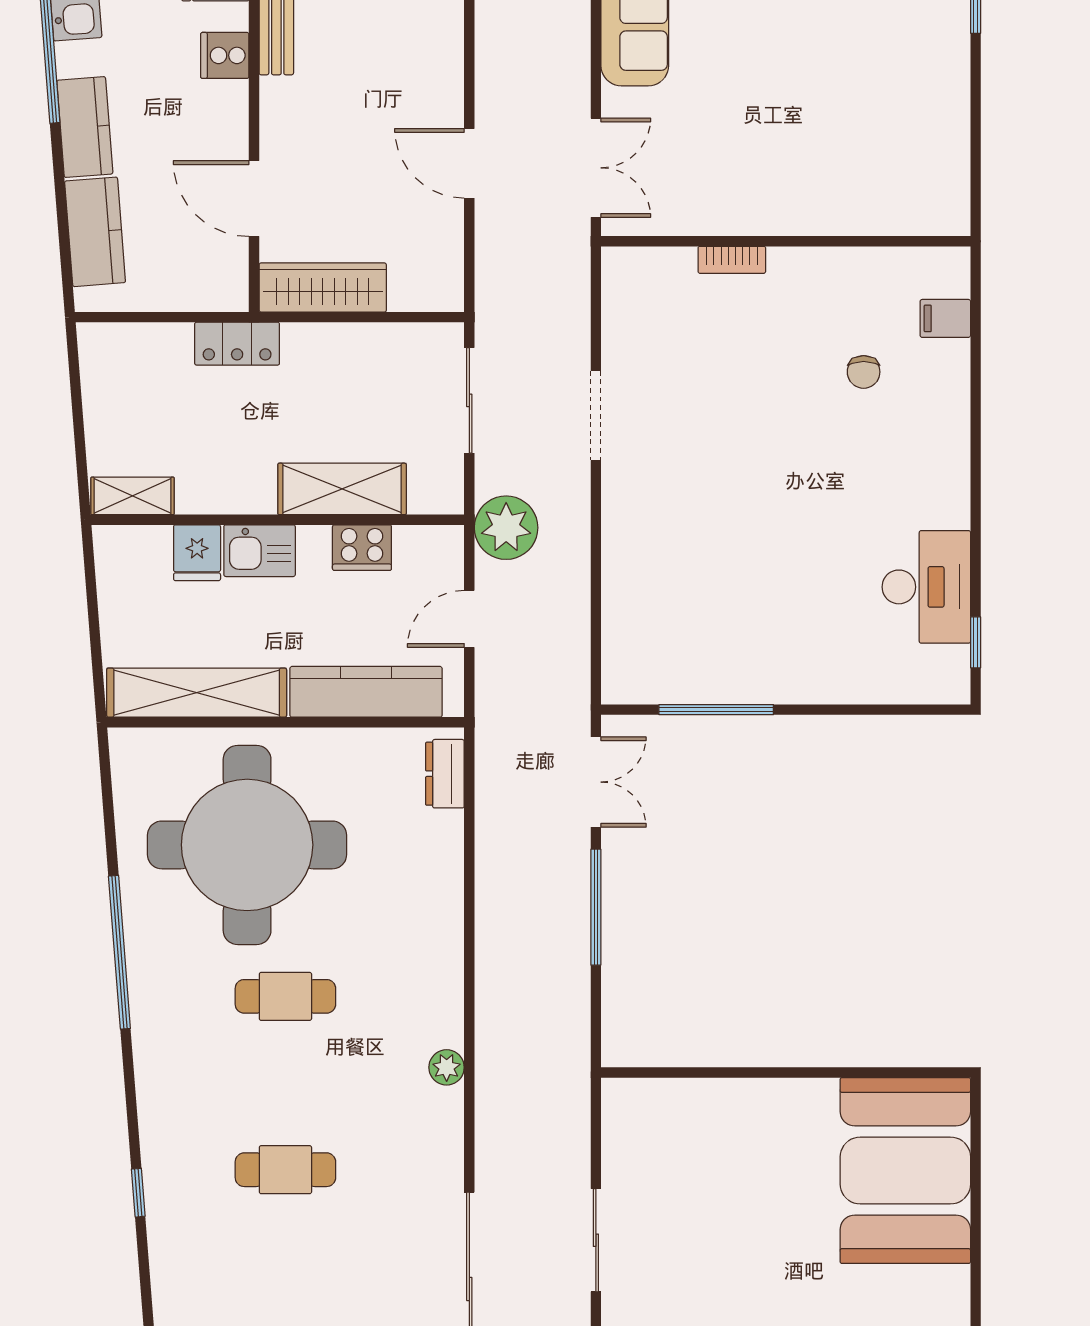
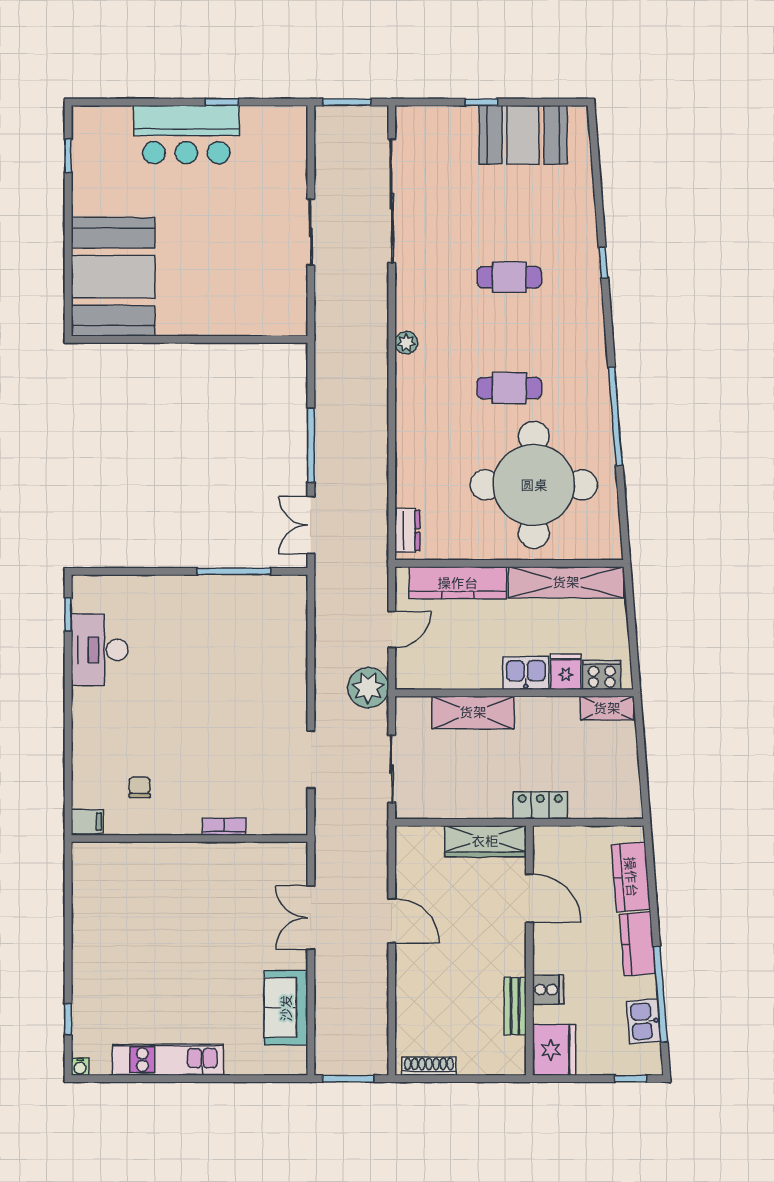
wall: (786, 241) -> (189, 839), moved
bookcase: (732, 260) -> (224, 827), moved
cooker: (362, 548) -> (602, 675), moved

